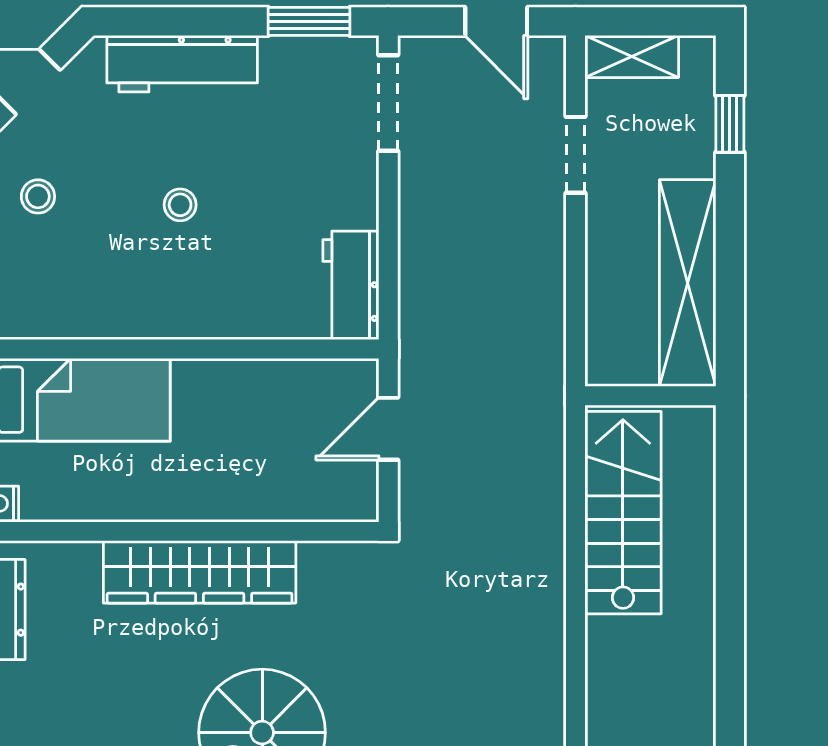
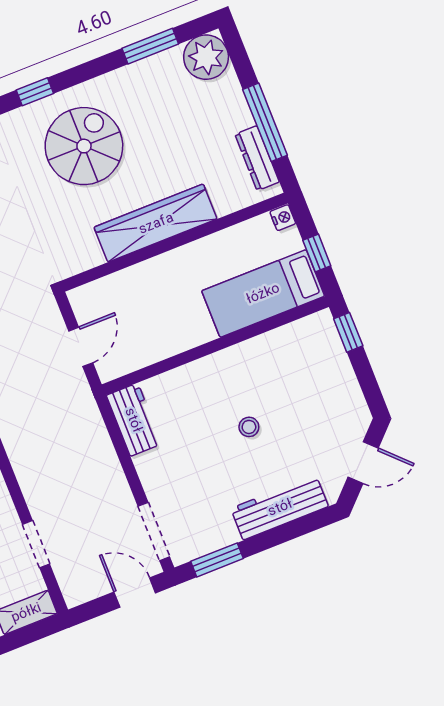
door: (496, 21) -> (135, 592), moved
stool: (38, 196) -> (331, 400), removed

